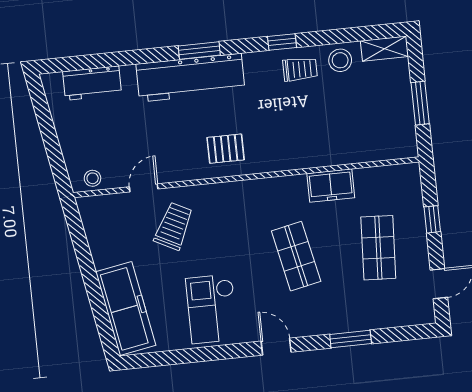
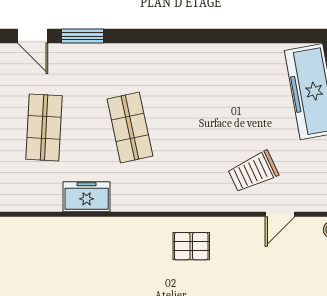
trolley: (174, 226) -> (253, 172), turned 38
checkout: (212, 309) -> (223, 82), removed
door: (276, 347) -> (33, 36), moved

